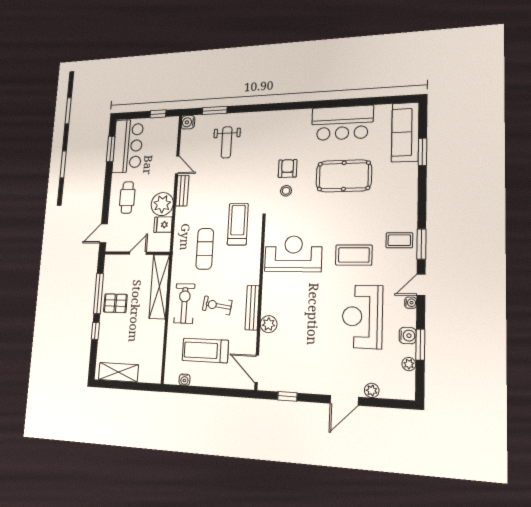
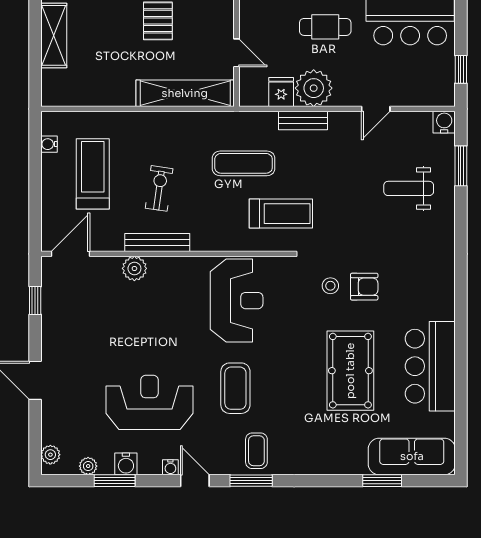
bench: (182, 191) -> (303, 120), moved
exercise bike: (184, 303) -> (161, 136), removed
plant: (372, 390) -> (50, 455), moved

